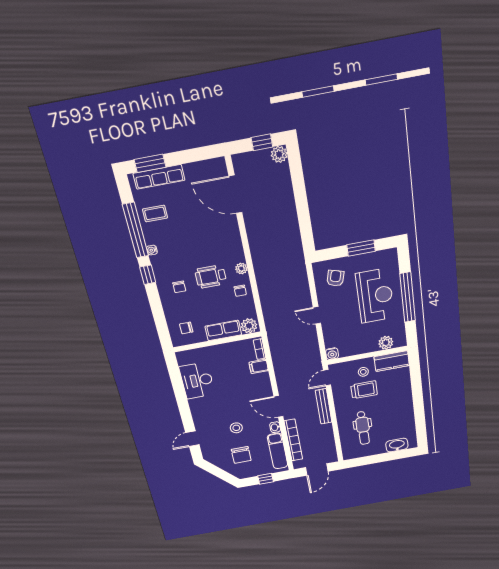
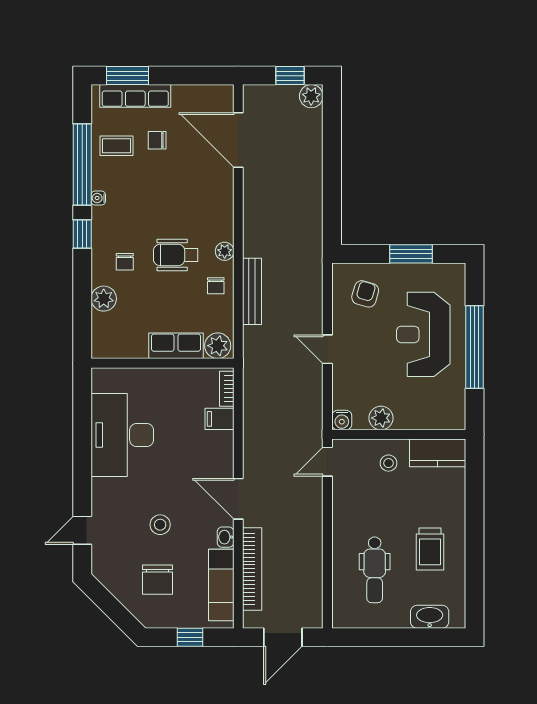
reception desk: (375, 296) -> (423, 334), turned 180
plant: (172, 311) -> (104, 299), added
chair: (186, 328) -> (157, 140), moved
plant: (386, 343) -> (381, 418), moved
desk: (197, 381) -> (122, 435), width x1.36, depth x1.30
trolley: (364, 390) -> (430, 549), moved, turned 90
bench: (324, 406) -> (252, 291), moved

